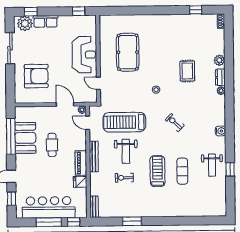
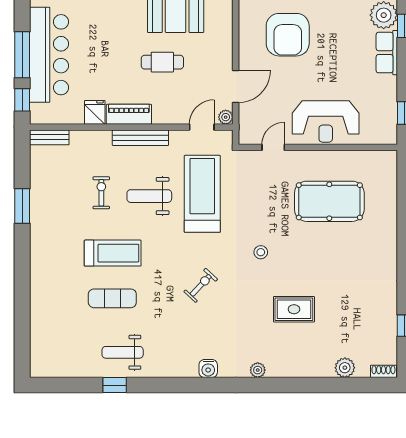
plant: (219, 60) -> (345, 368), moved
dresser: (220, 77) -> (282, 369), removed
water cooler: (221, 131) -> (208, 369), moved

